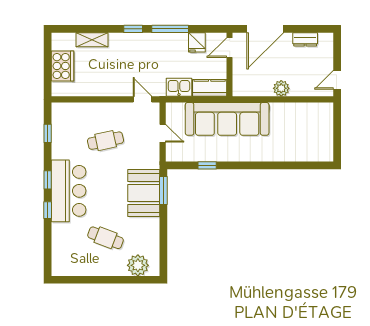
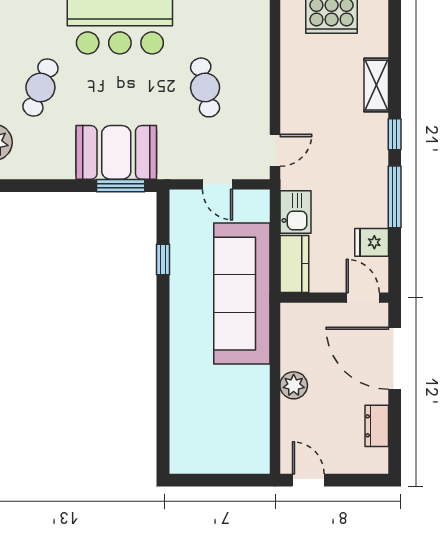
shelving: (92, 40) -> (376, 85), moved
door: (163, 133) -> (218, 184), hinge flipped

